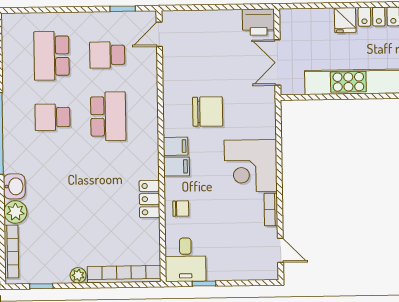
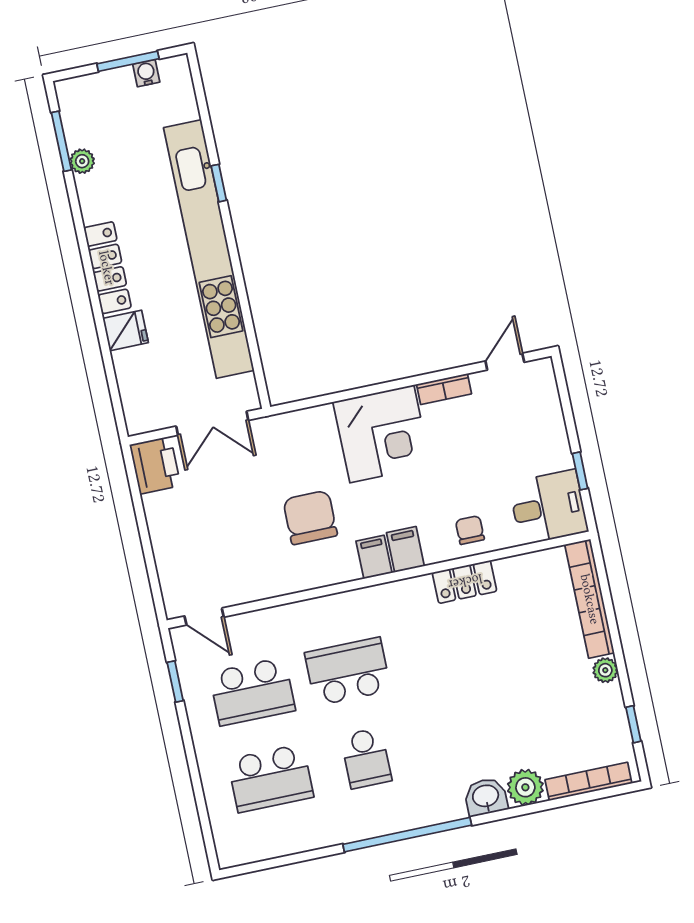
school desk: (107, 55) -> (252, 692), width x1.85

